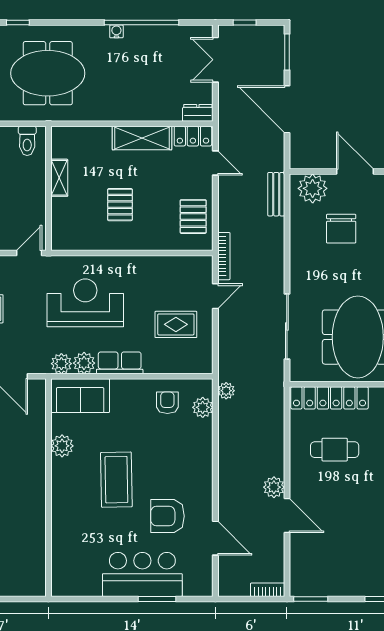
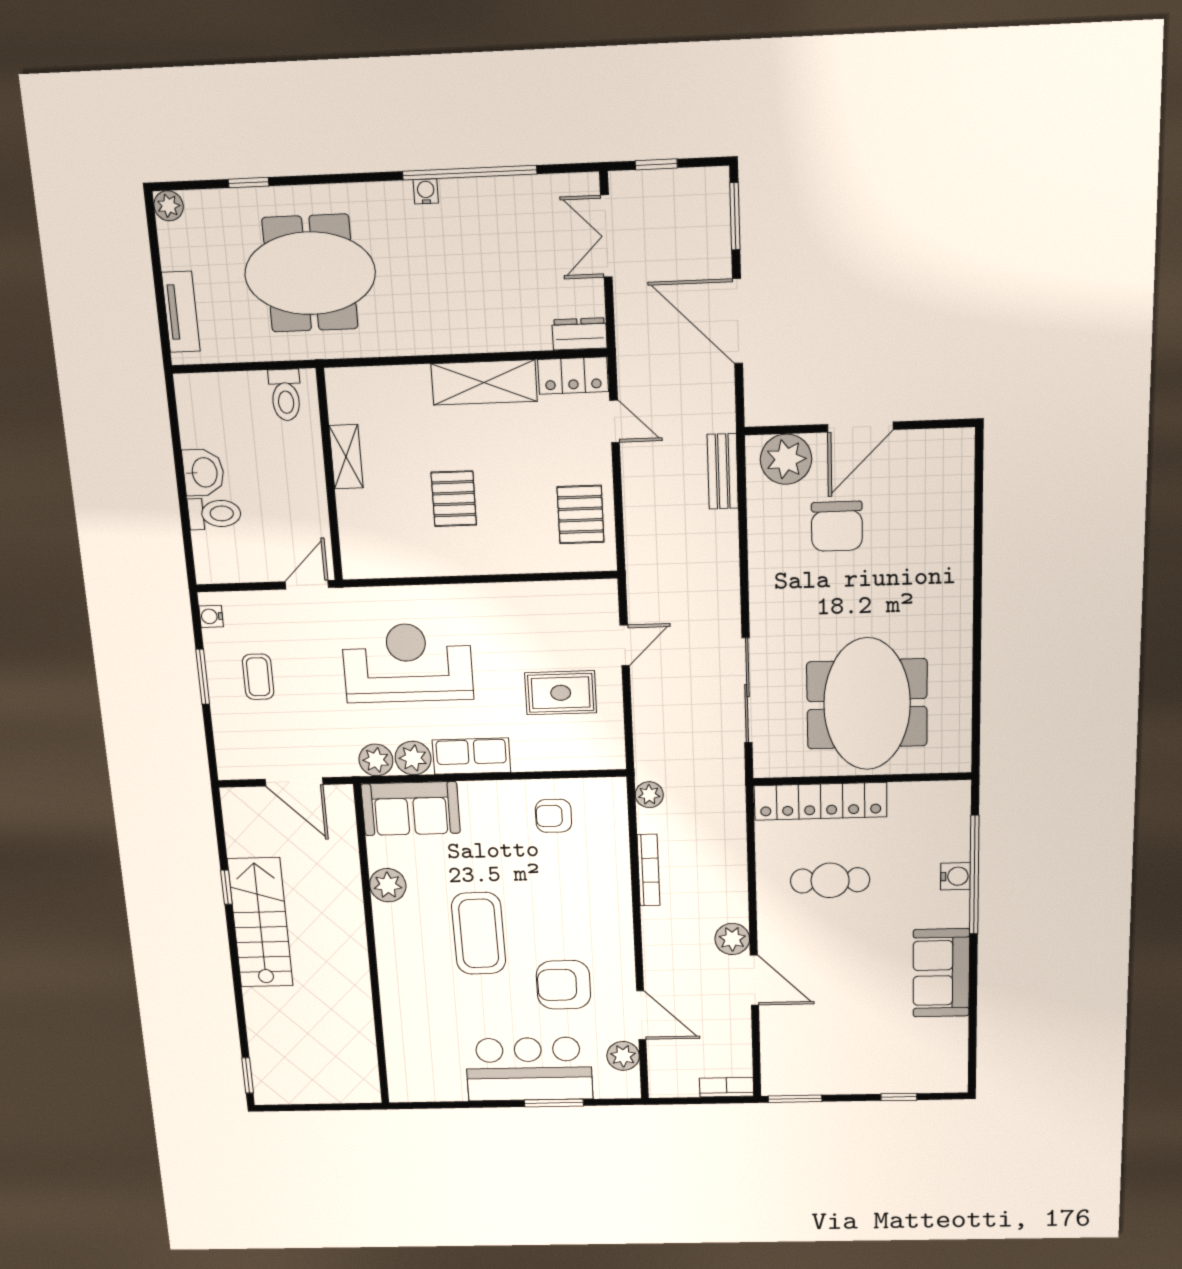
door: (355, 172) -> (860, 427), swing flipped
bookcase: (224, 256) -> (648, 870), moved
armchair: (167, 403) -> (553, 816), turned -90
plant: (203, 407) -> (623, 1056), moved

